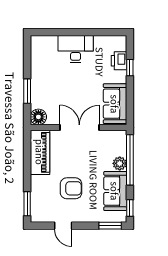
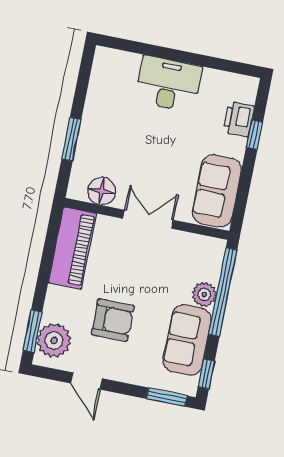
floor lamp: (38, 117) -> (102, 191), moved
double door: (79, 127) -> (148, 219), width x0.73
plant: (40, 206) -> (54, 341), added

